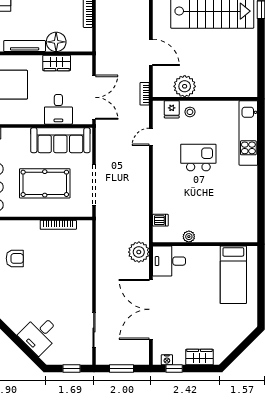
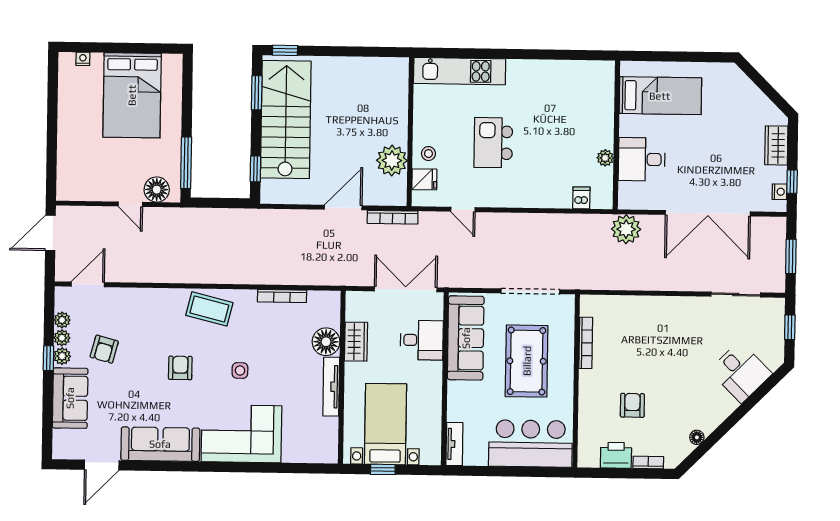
bookcase: (145, 94) -> (393, 217), width x1.56
desk: (169, 261) -> (642, 159), moved, turned 90

